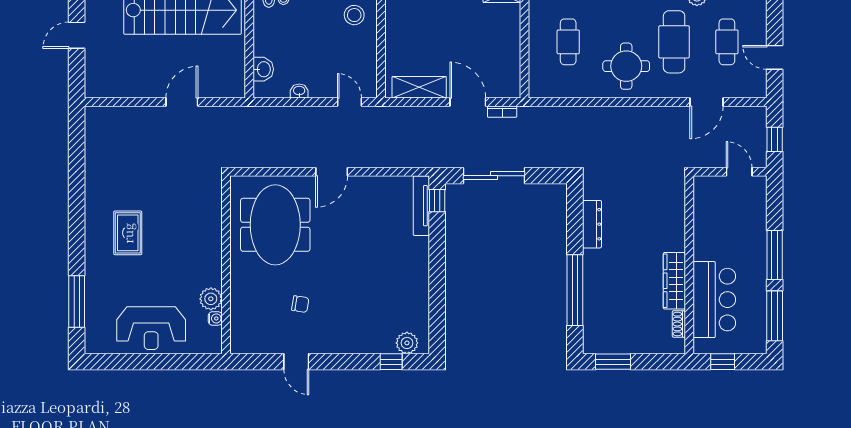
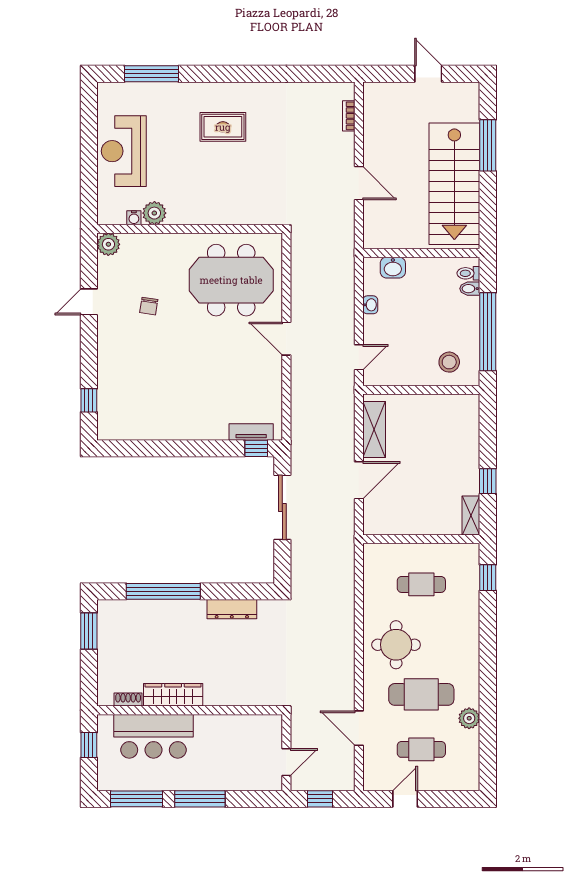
bookcase: (502, 112) -> (349, 116), moved
tv unit: (421, 206) -> (251, 432), width x0.71
plant: (407, 343) -> (108, 244), moved

